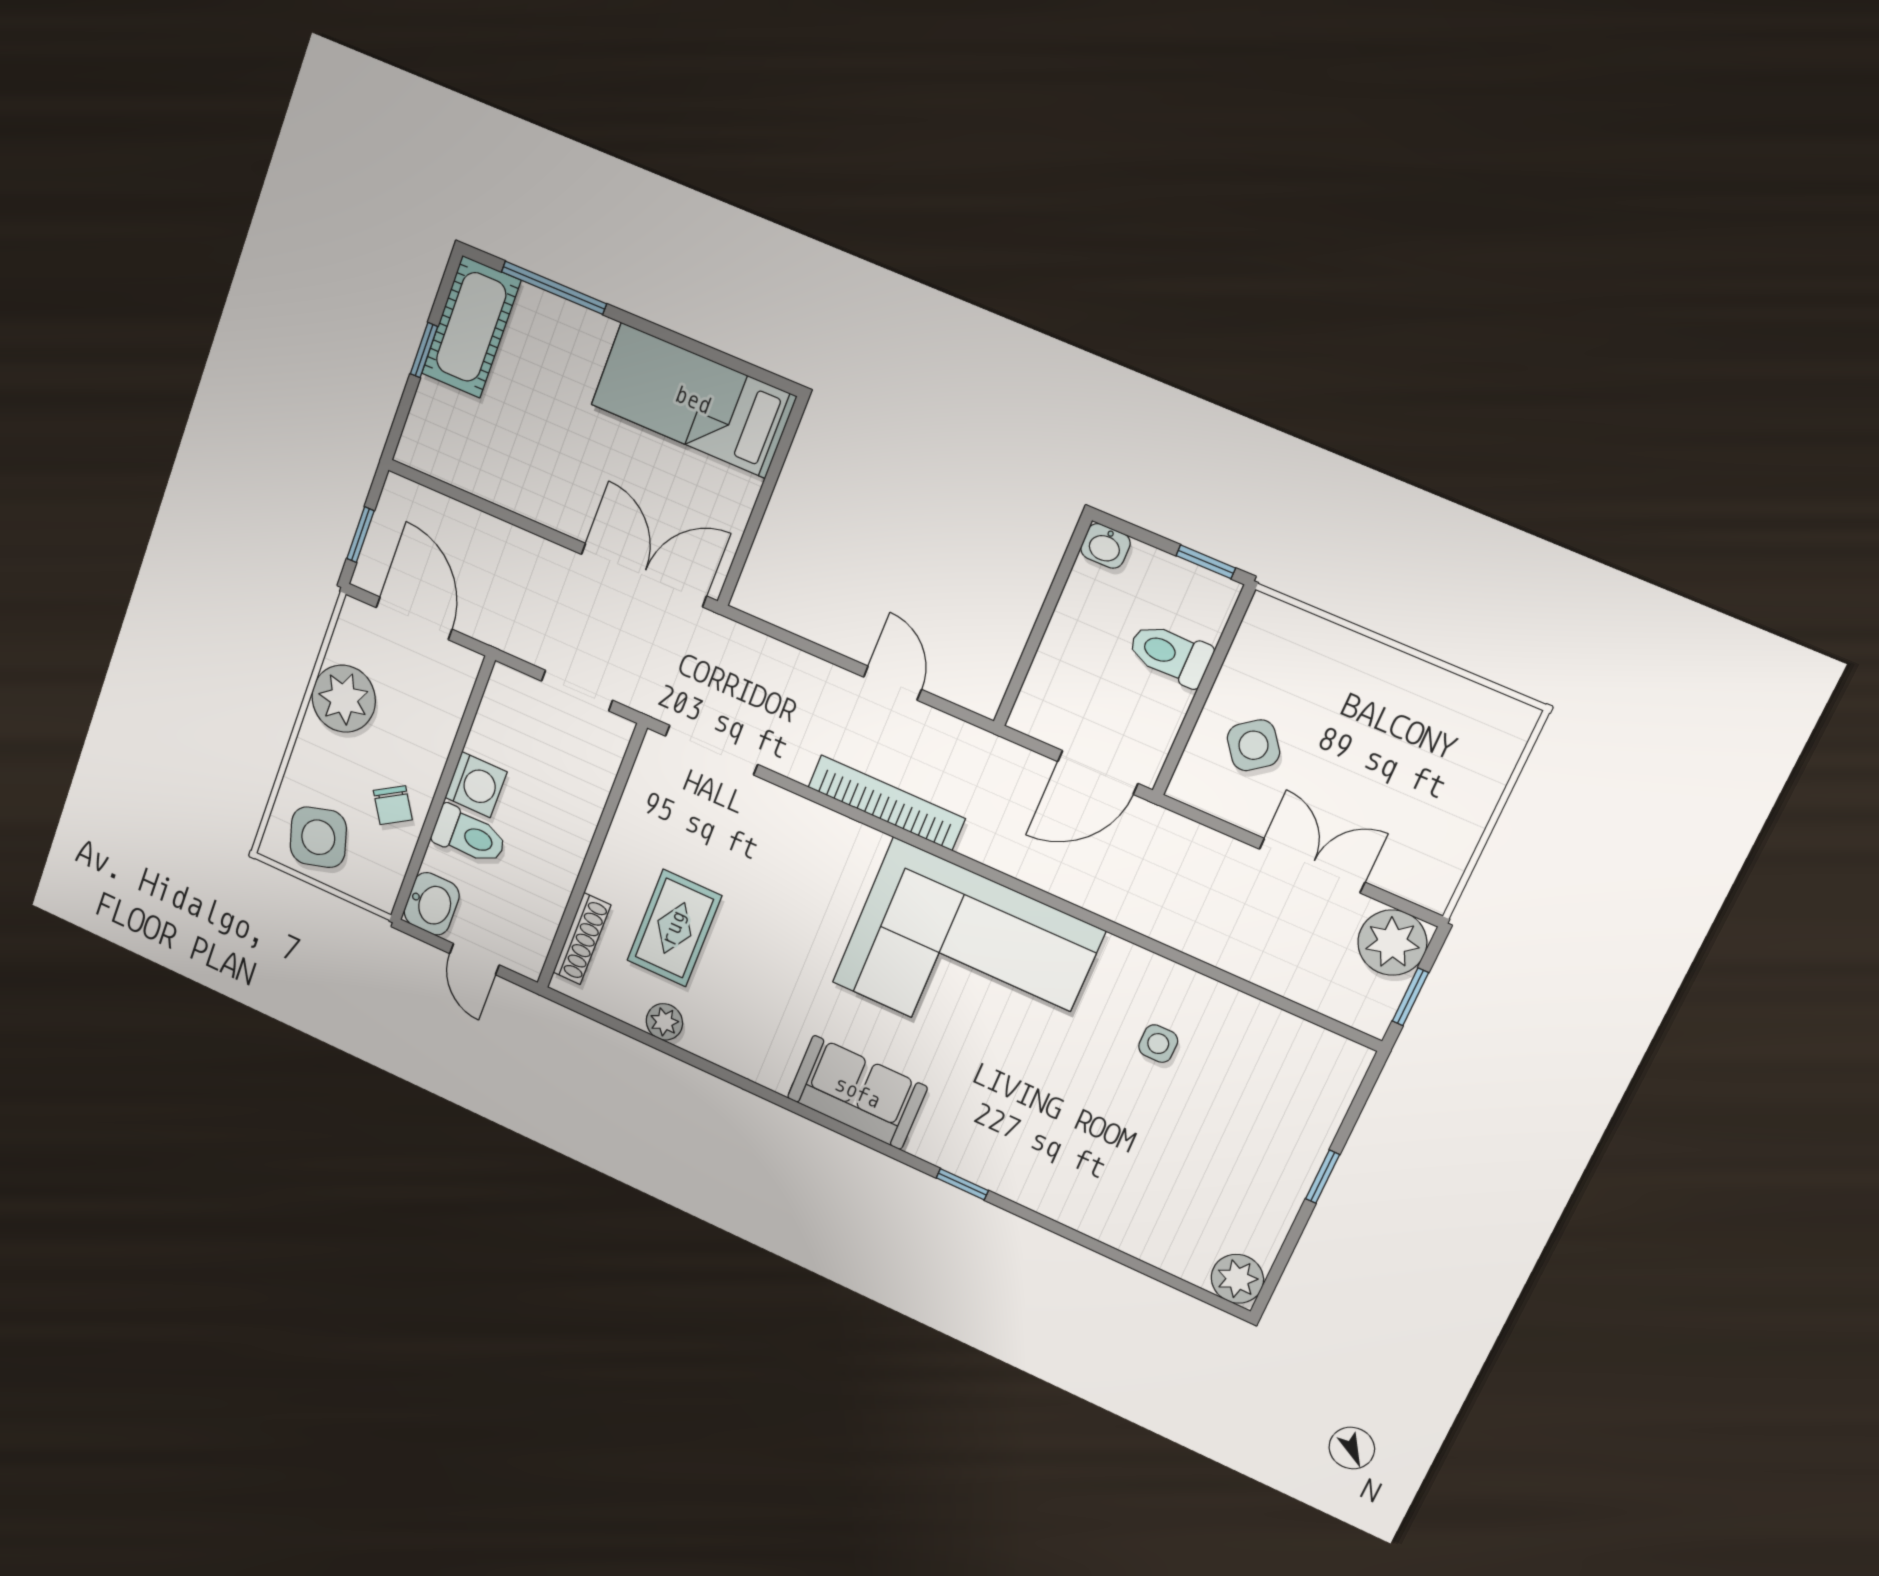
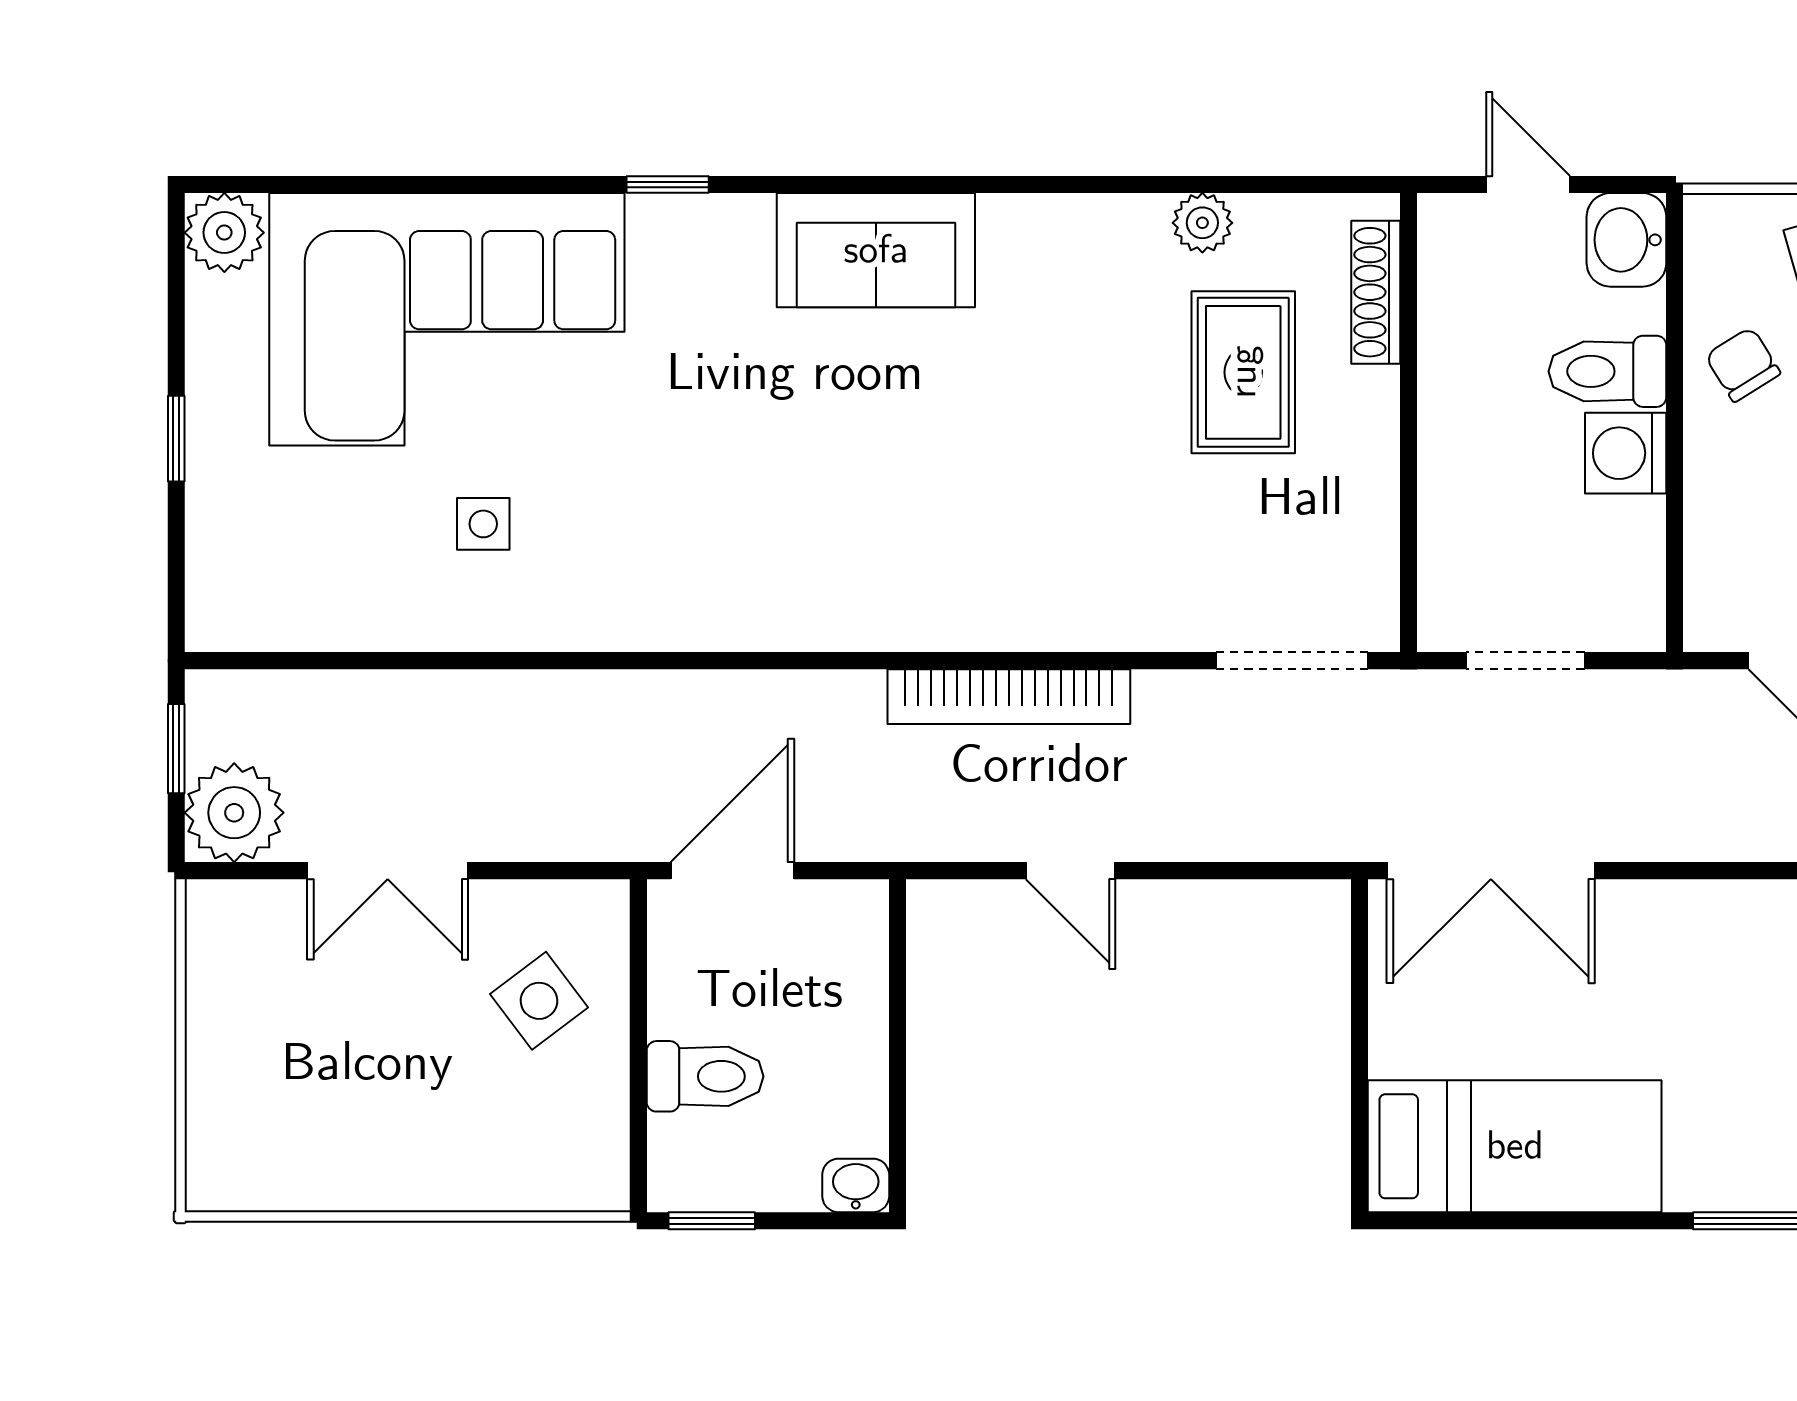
corner sofa: (968, 957) -> (447, 319), moved, turned 180

